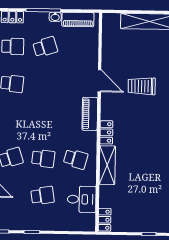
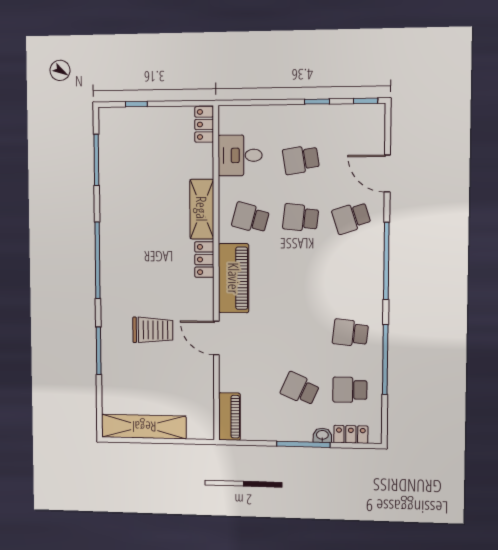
washbasin: (55, 17) -> (322, 435), moved
piano: (78, 19) -> (229, 417), moved, turned 90
school desk: (45, 47) -> (300, 389), turned 42
piano: (90, 114) -> (234, 278), width x1.37, depth x1.33

